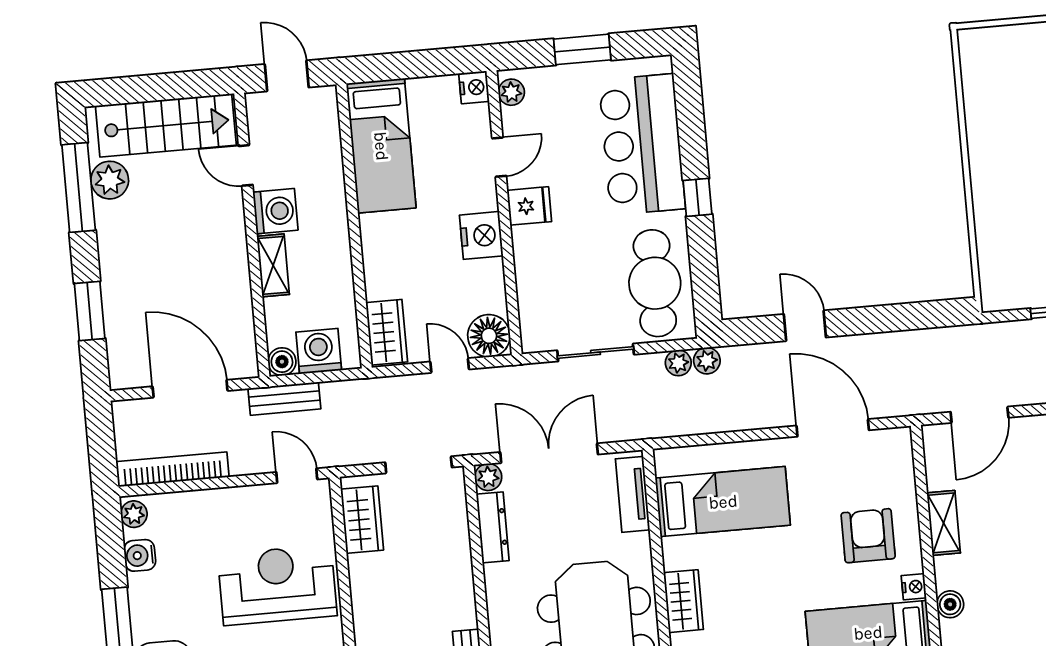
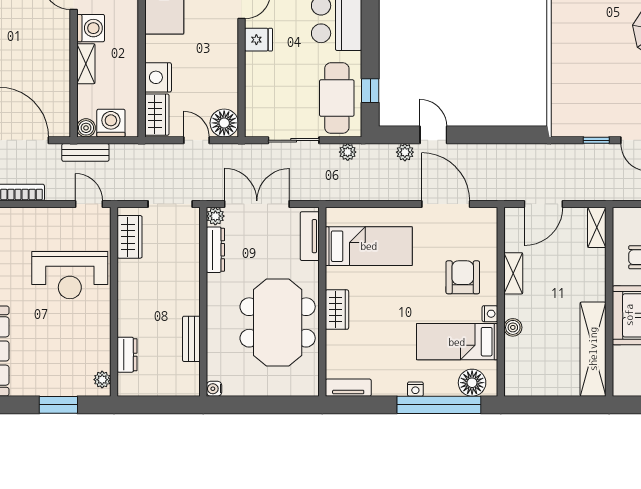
window: (698, 197) -> (370, 91), moved
nightstand: (481, 235) -> (158, 77), moved, turned 180
plant: (707, 361) -> (405, 152), moved
reception desk: (277, 585) -> (70, 275), turned 180

